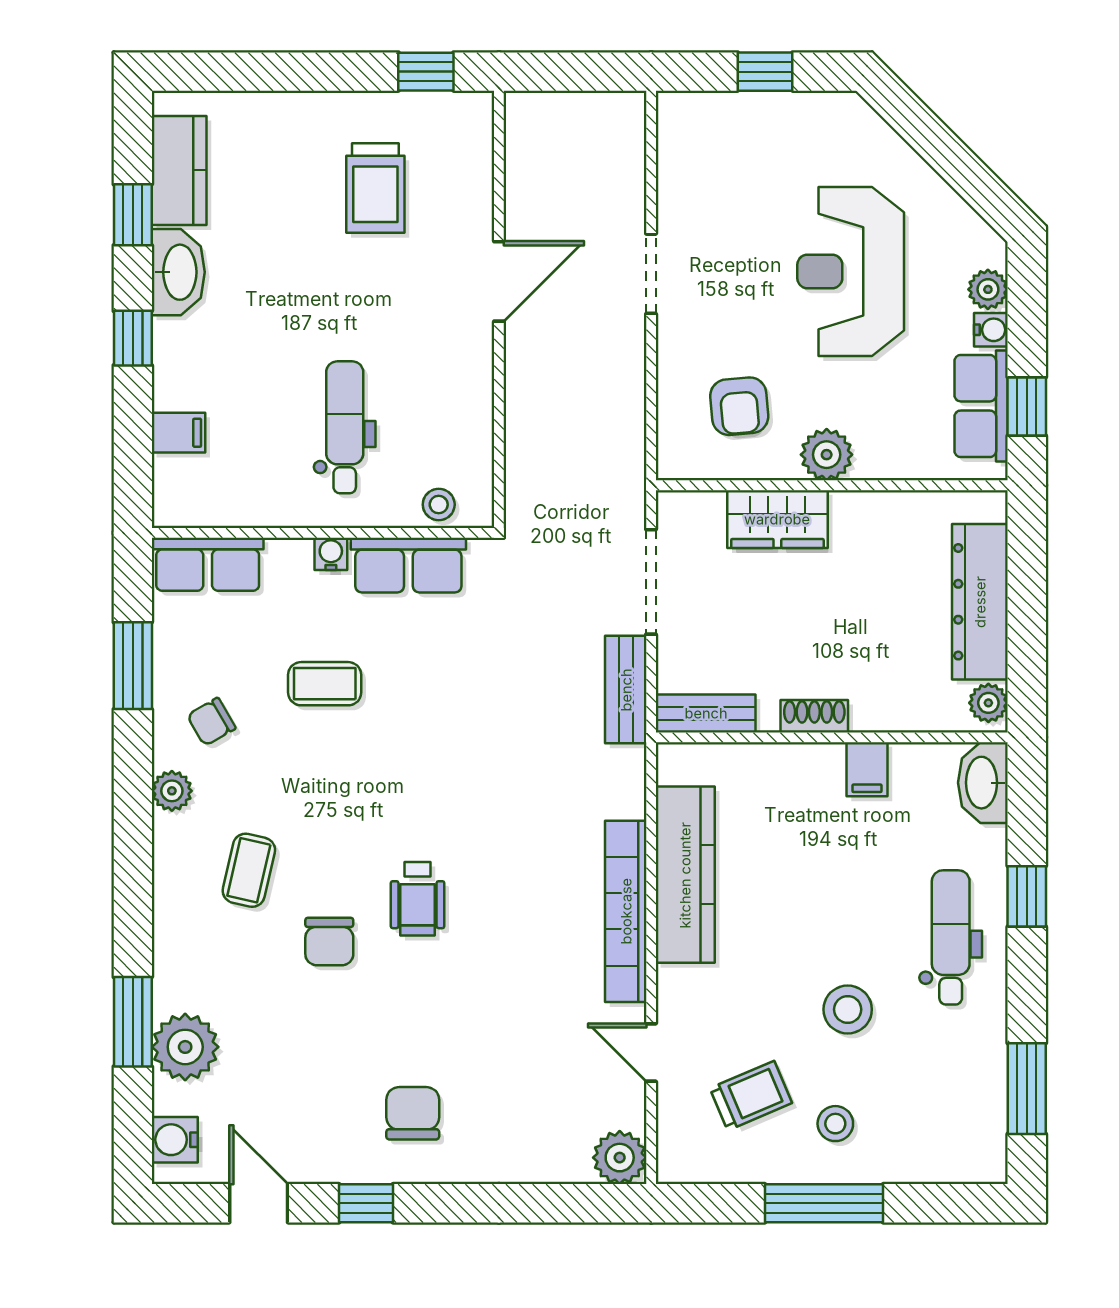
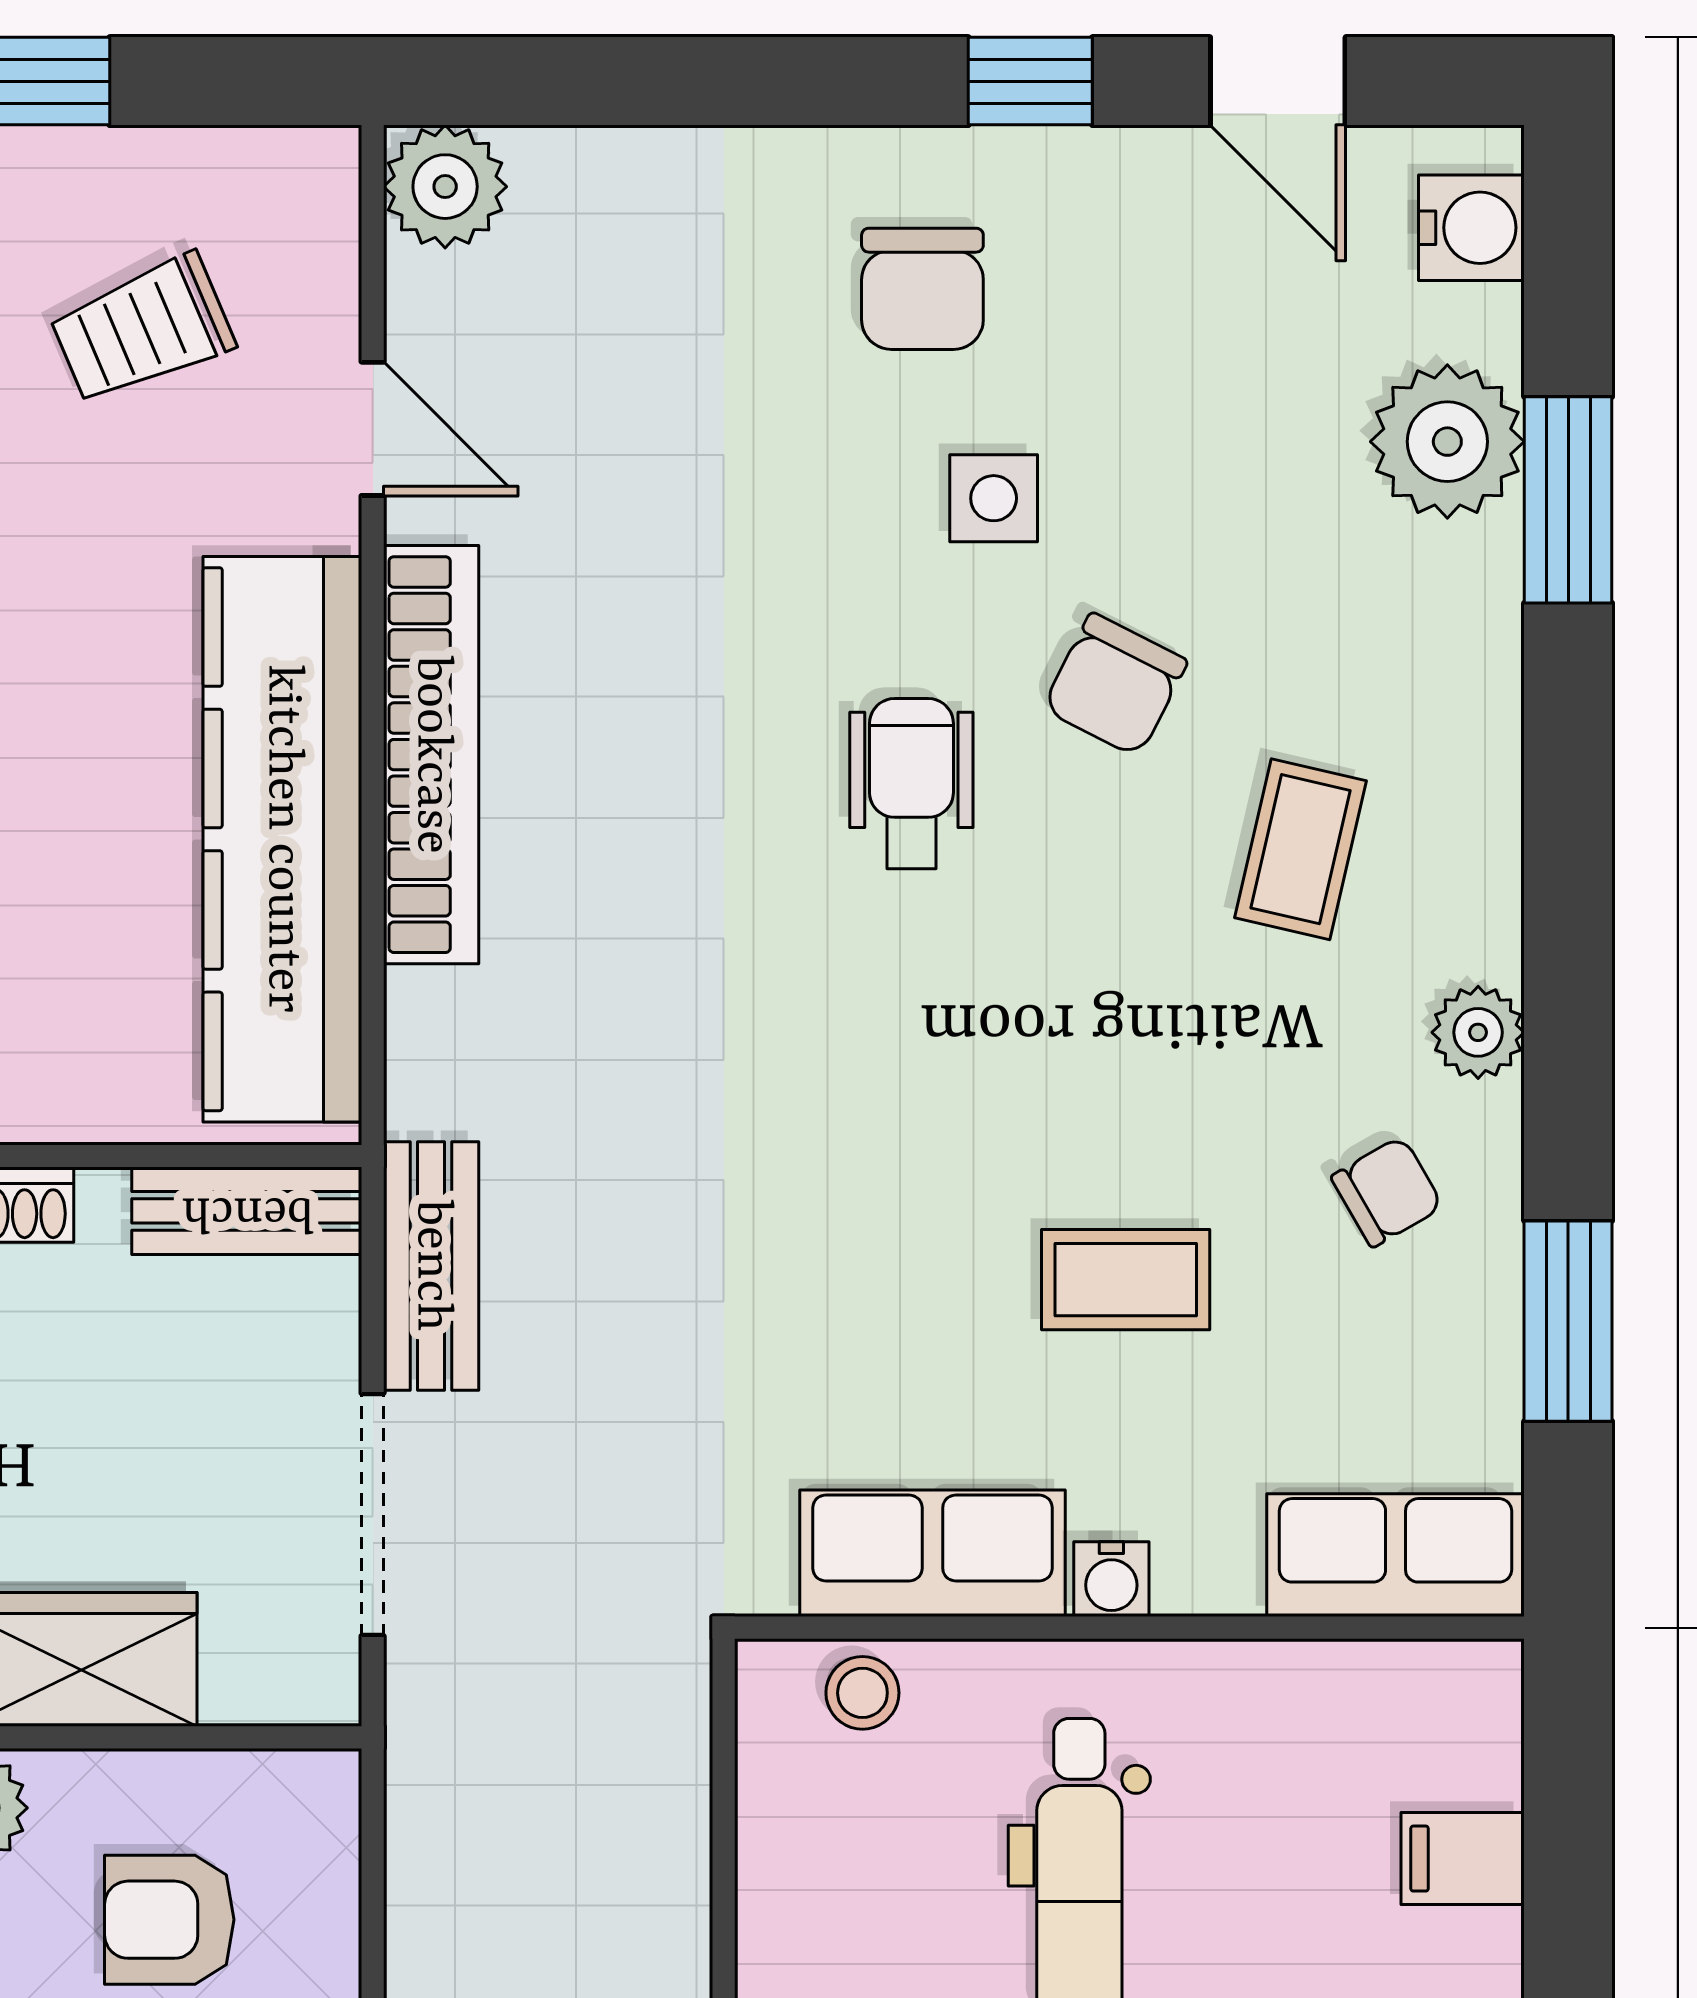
armchair: (739, 406) -> (169, 1920), turned -85
kitchen counter: (685, 875) -> (282, 839), width x1.39, depth x1.17
chair: (329, 942) -> (1115, 685), turned -153
side table: (382, 1022) -> (994, 498), added

